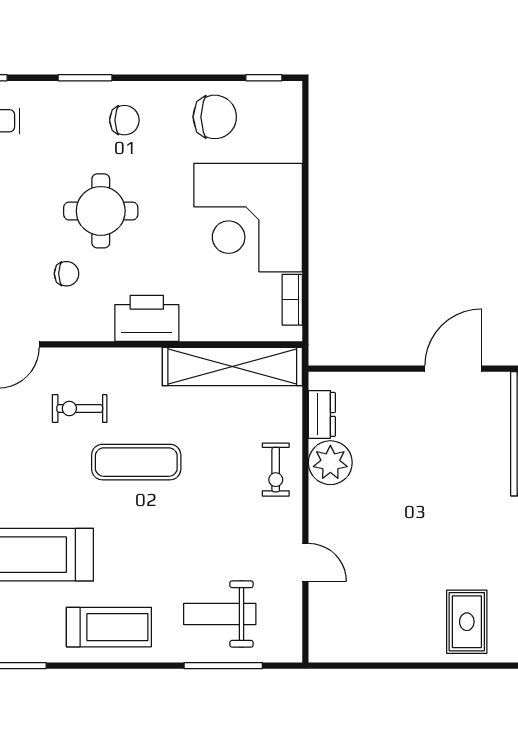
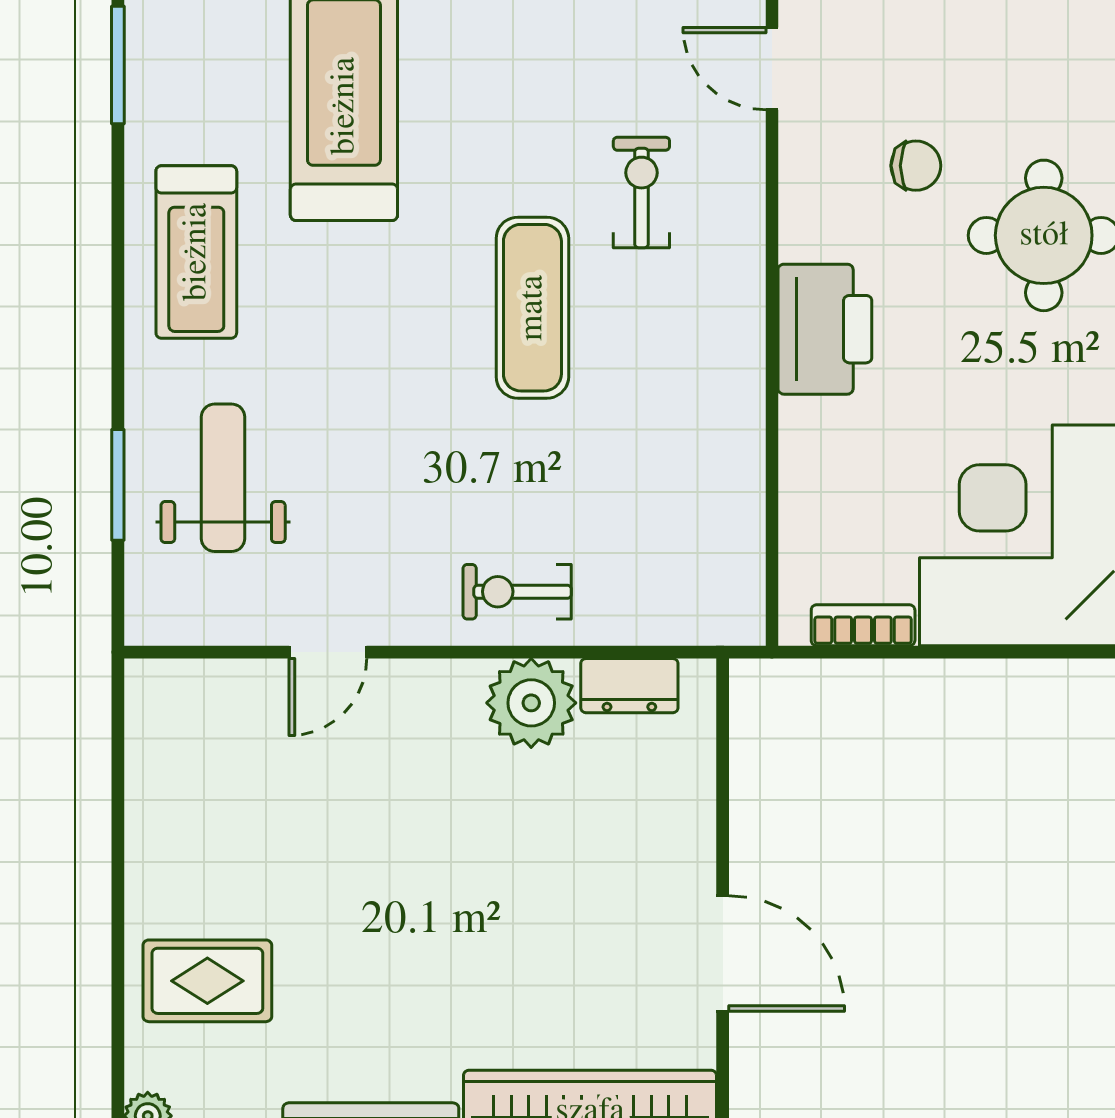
chair: (67, 274) -> (916, 166), turned -90
shelving: (232, 367) -> (727, 503), removed
window: (223, 666) -> (118, 485), width x0.69

